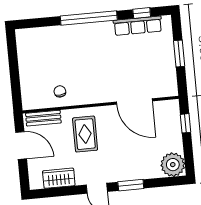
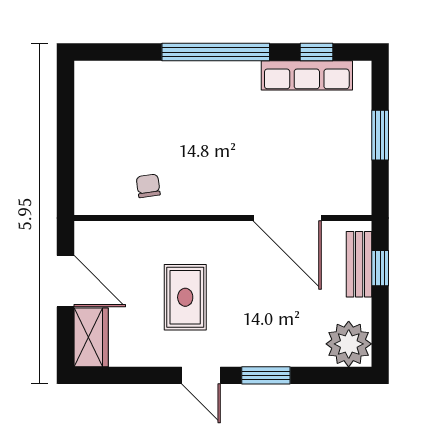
bench: (43, 118) -> (359, 264), moved, turned 90
rug: (85, 134) -> (185, 297), moved
wardrobe: (59, 178) -> (91, 337), moved, turned 90

